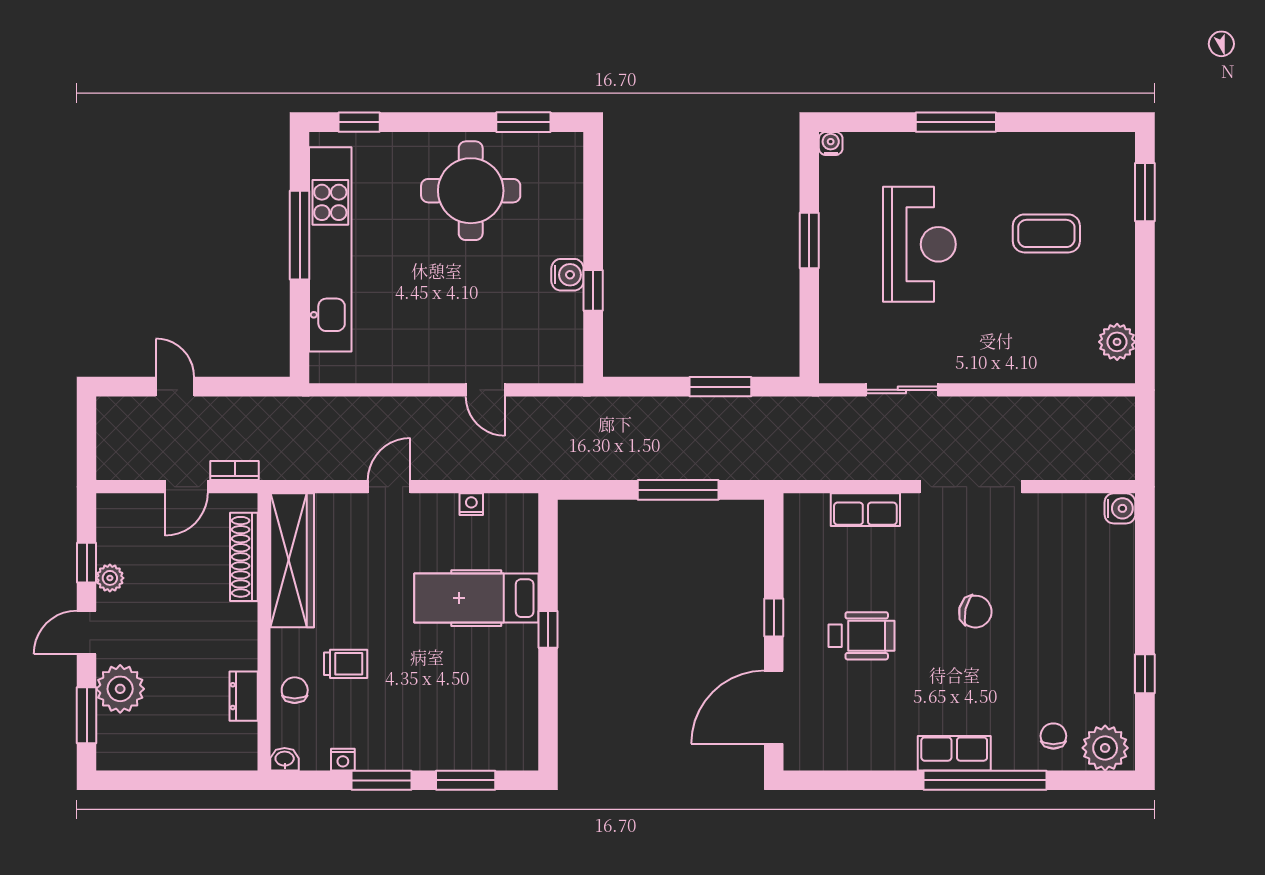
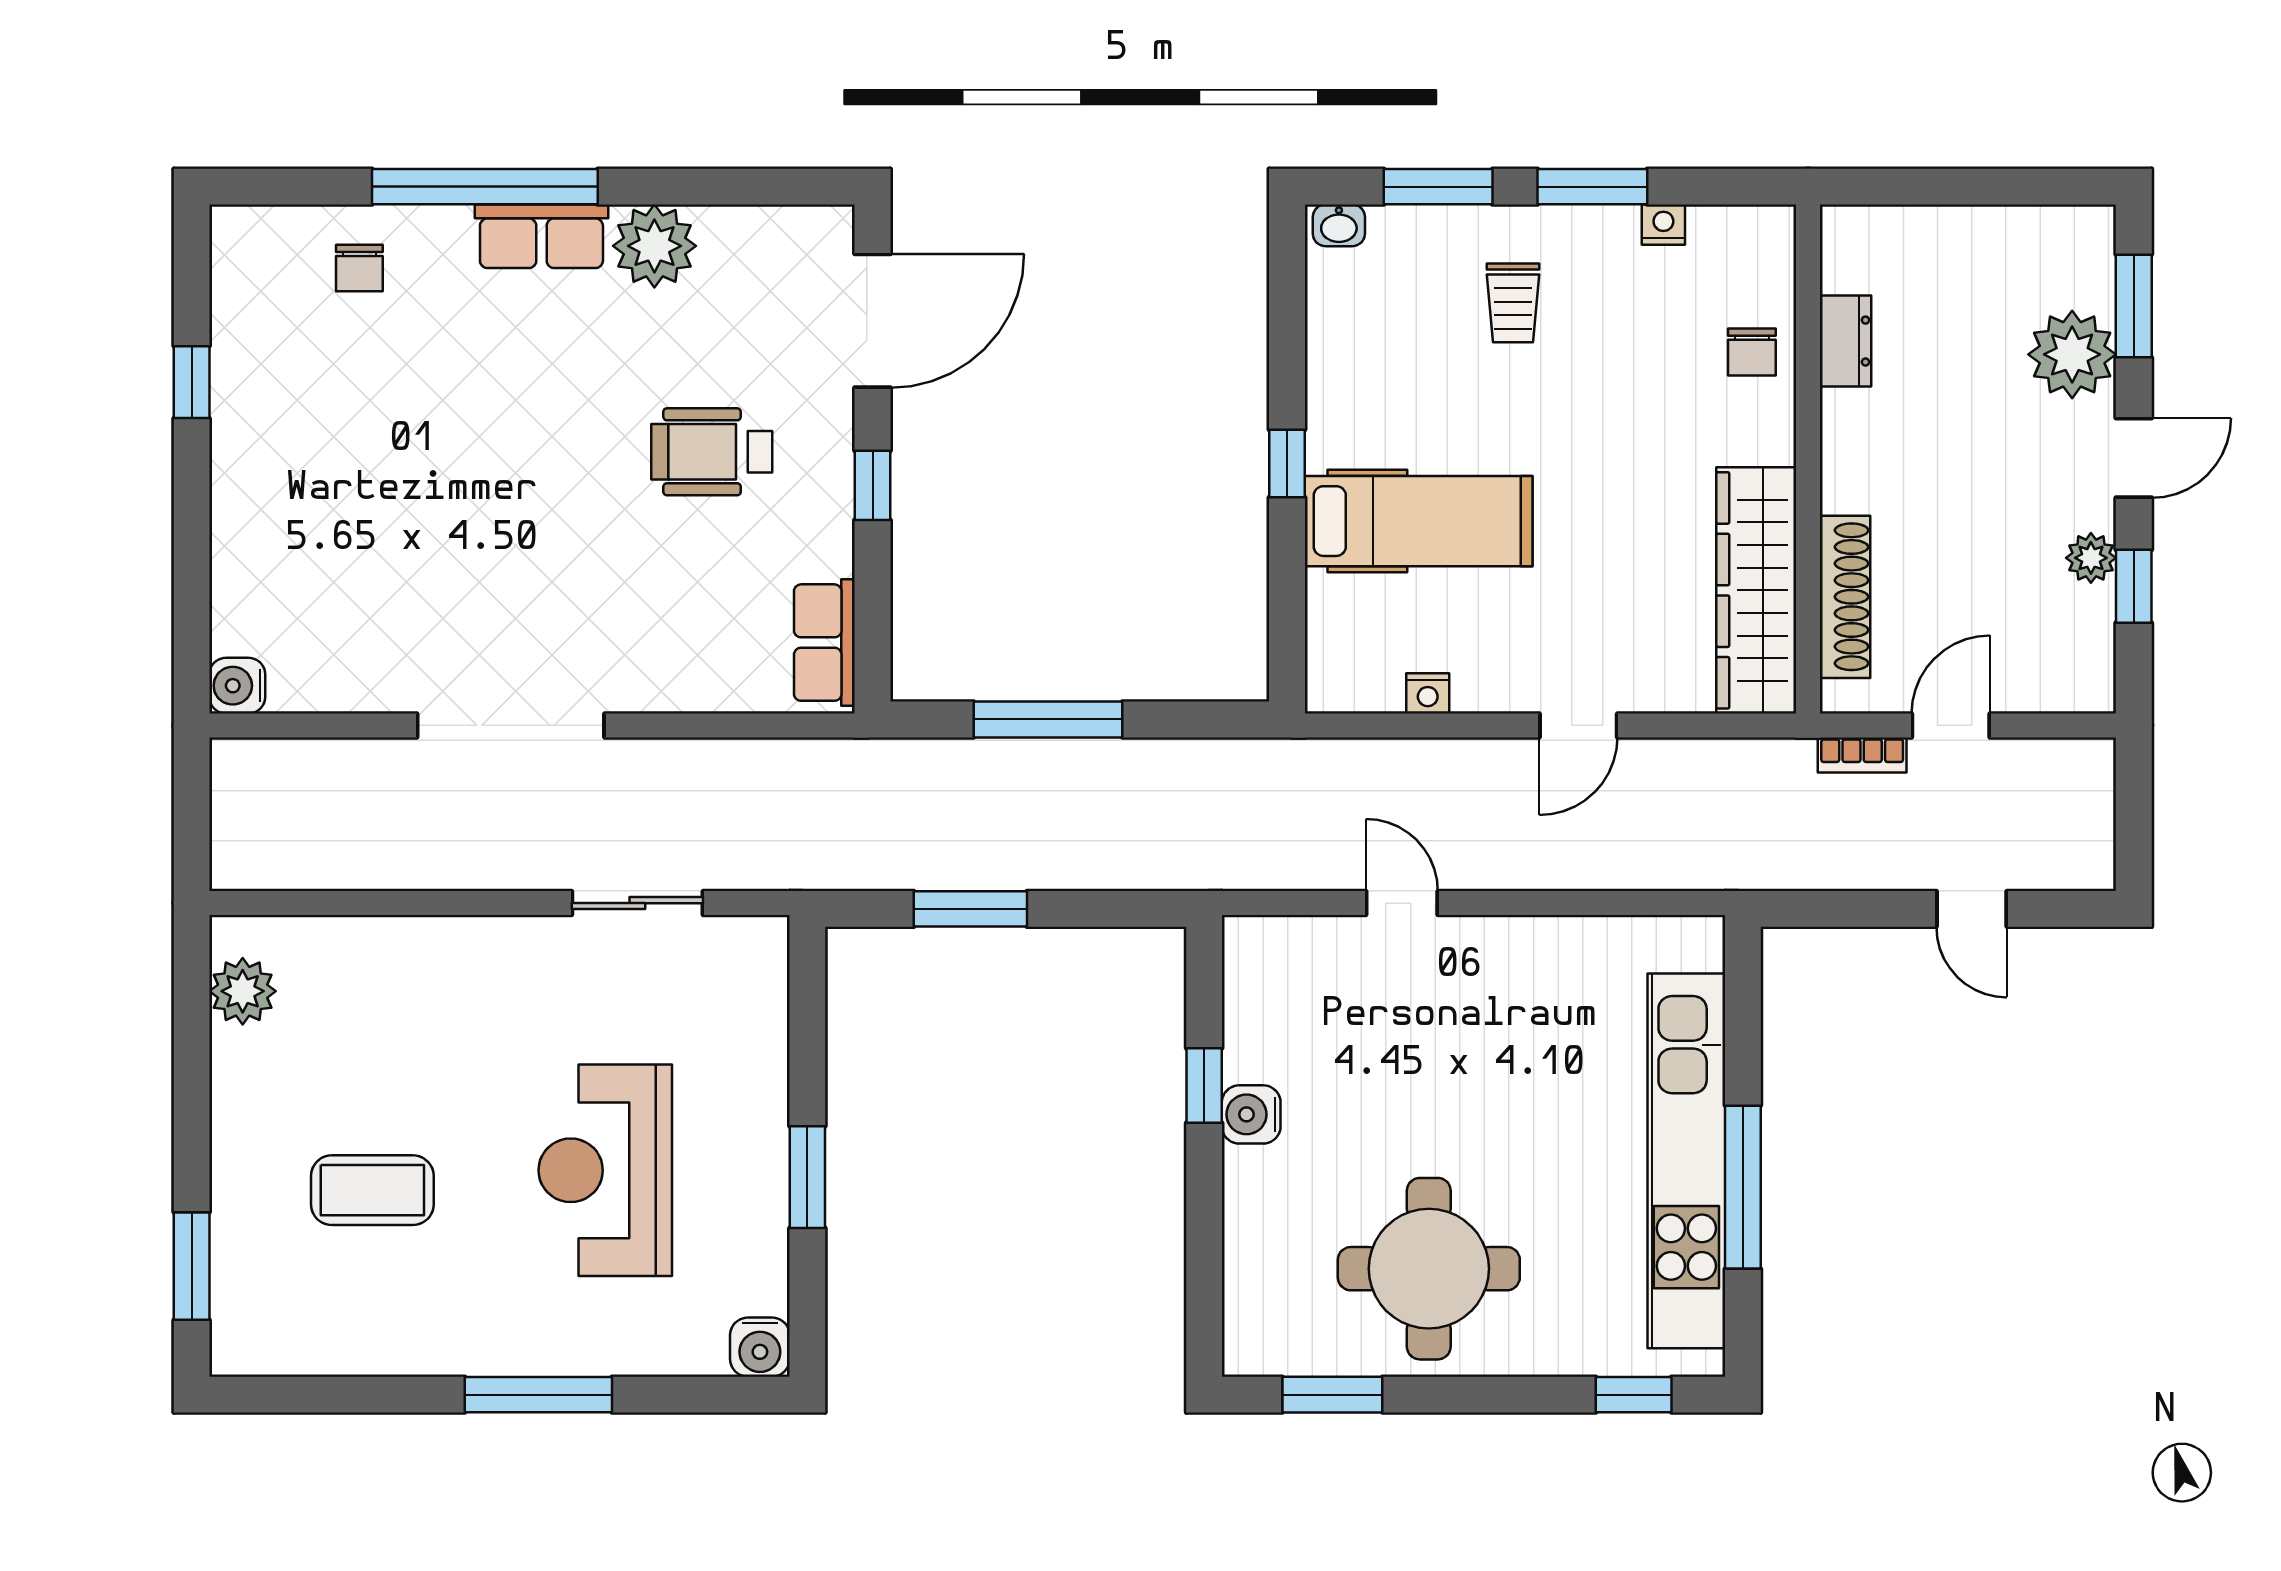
water cooler: (831, 143) -> (760, 1347), width x1.38, depth x1.38
row of seats: (865, 510) -> (824, 643), moved, turned -90
chair: (975, 612) -> (503, 496), removed
trolley: (346, 664) -> (1513, 303), moved, turned -90
plant: (1105, 748) -> (654, 246), moved
washbasin: (285, 759) -> (1339, 225), moved

